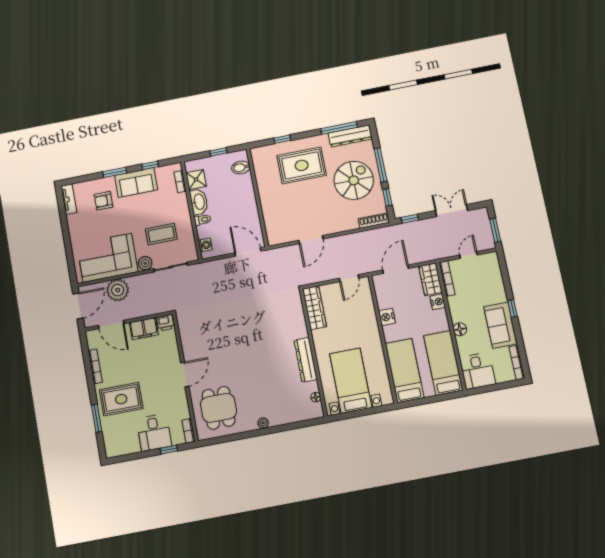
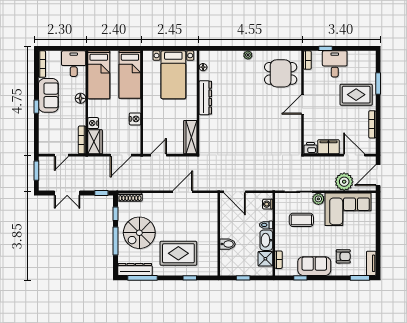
bidet: (241, 167) -> (227, 244), moved
window: (115, 172) -> (360, 278), moved
dining table: (218, 408) -> (281, 73), turned 90

